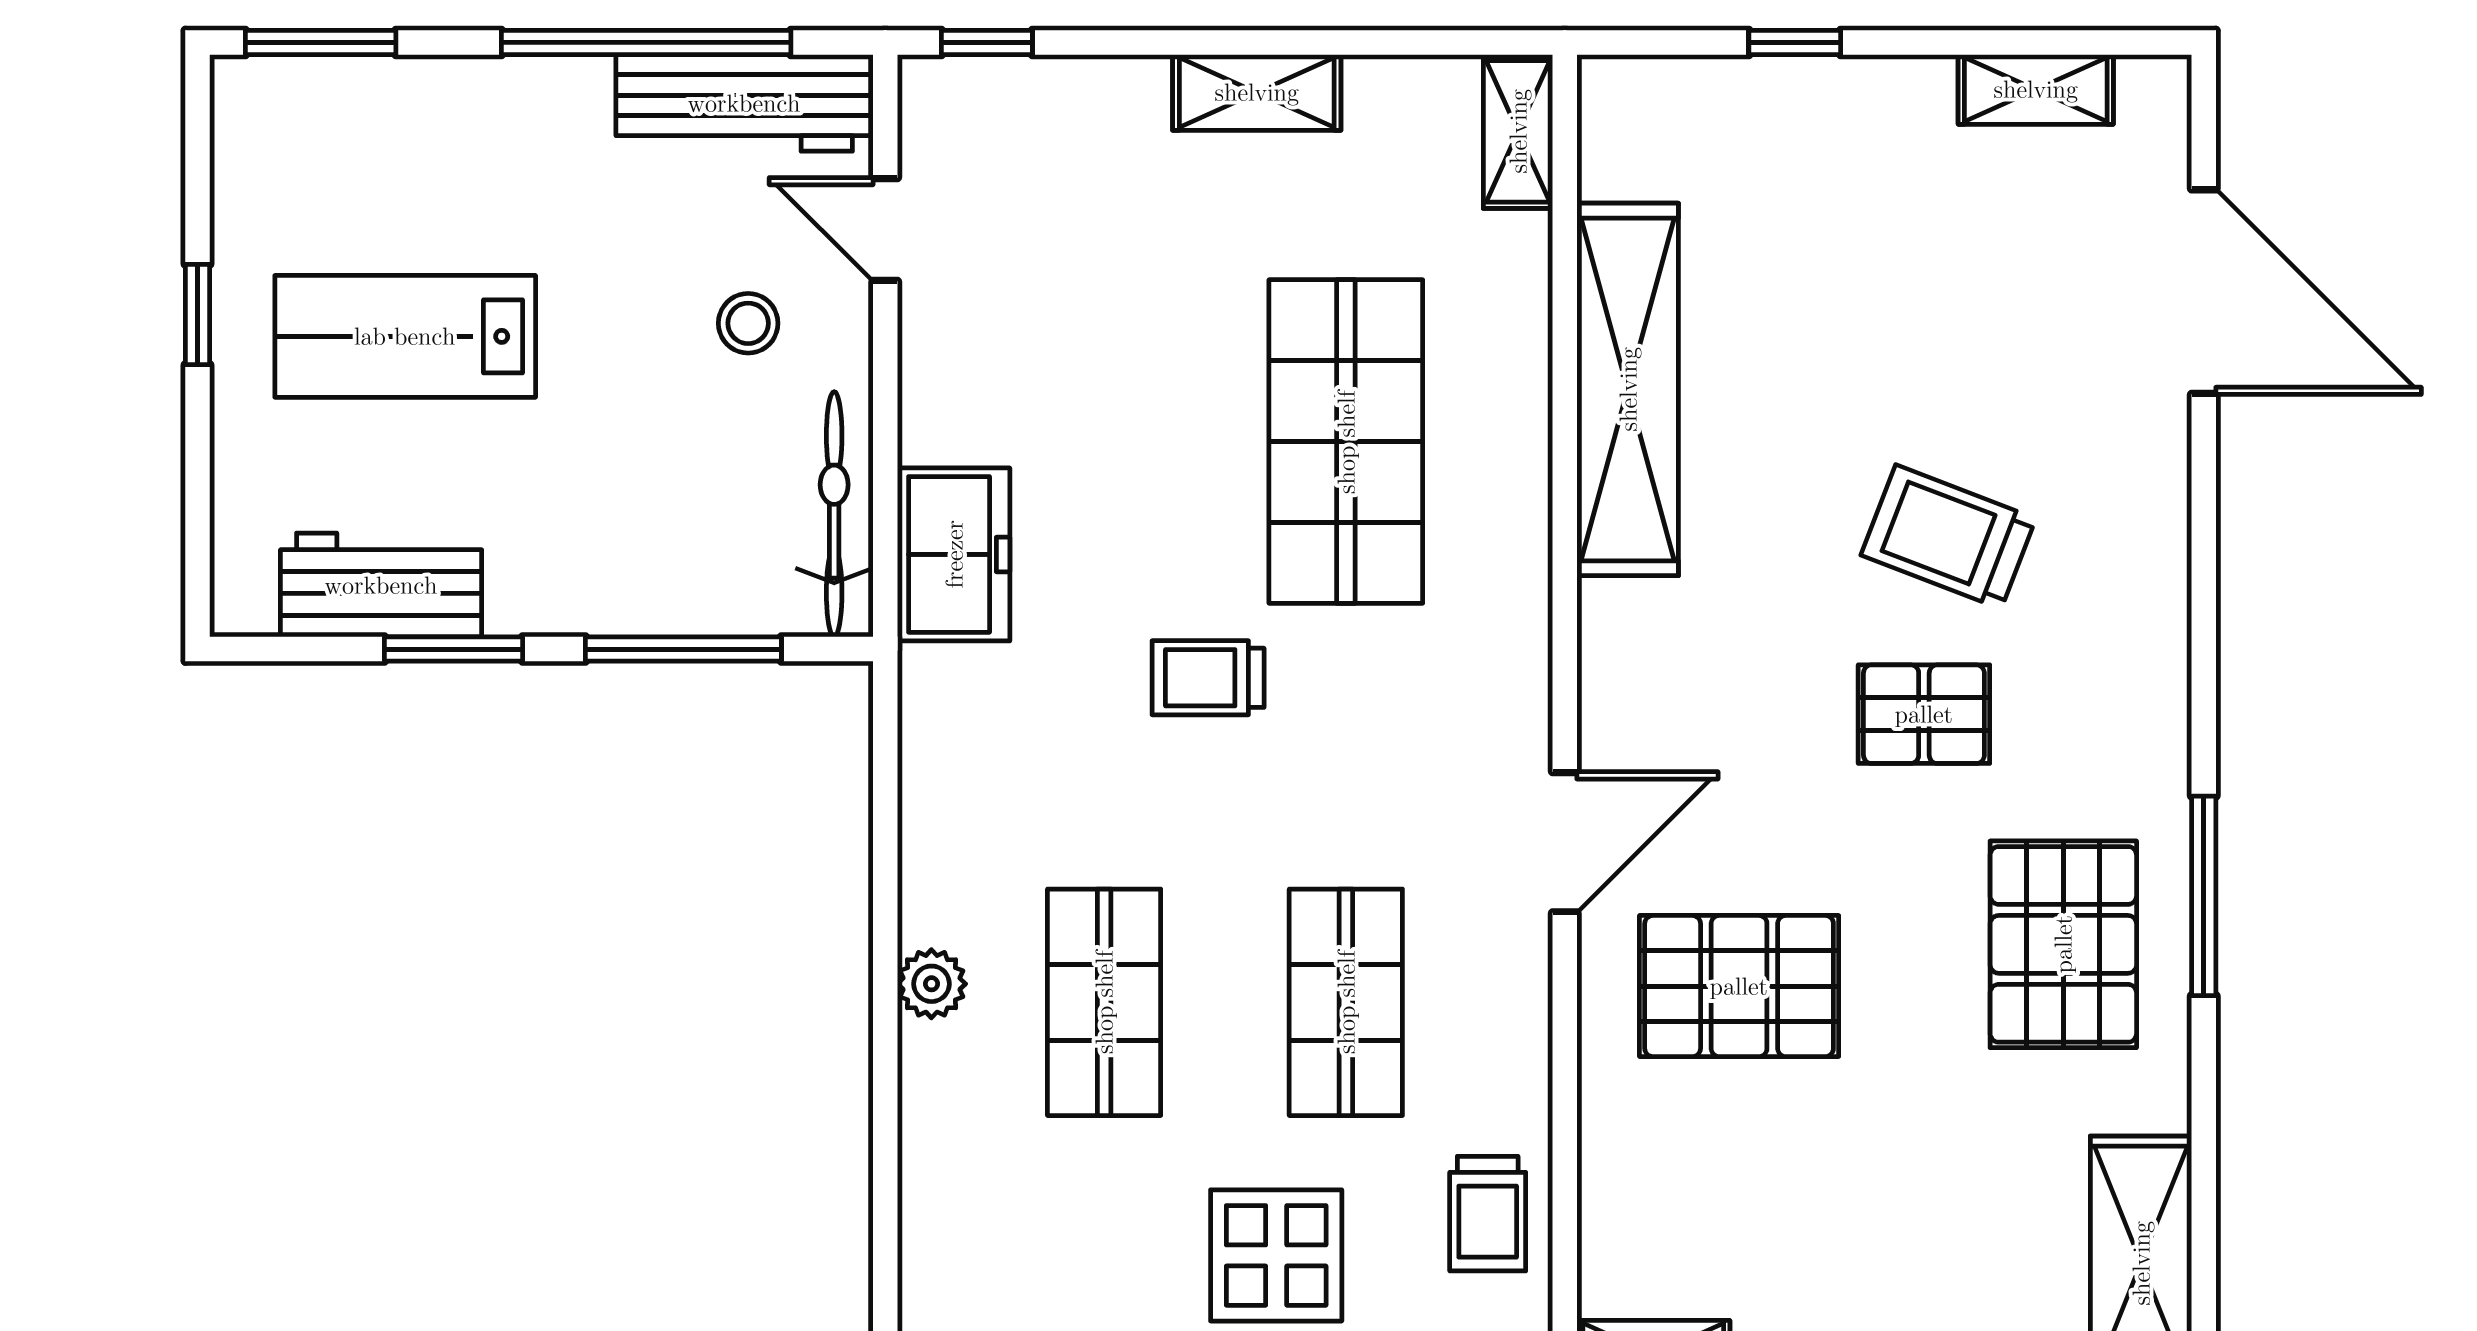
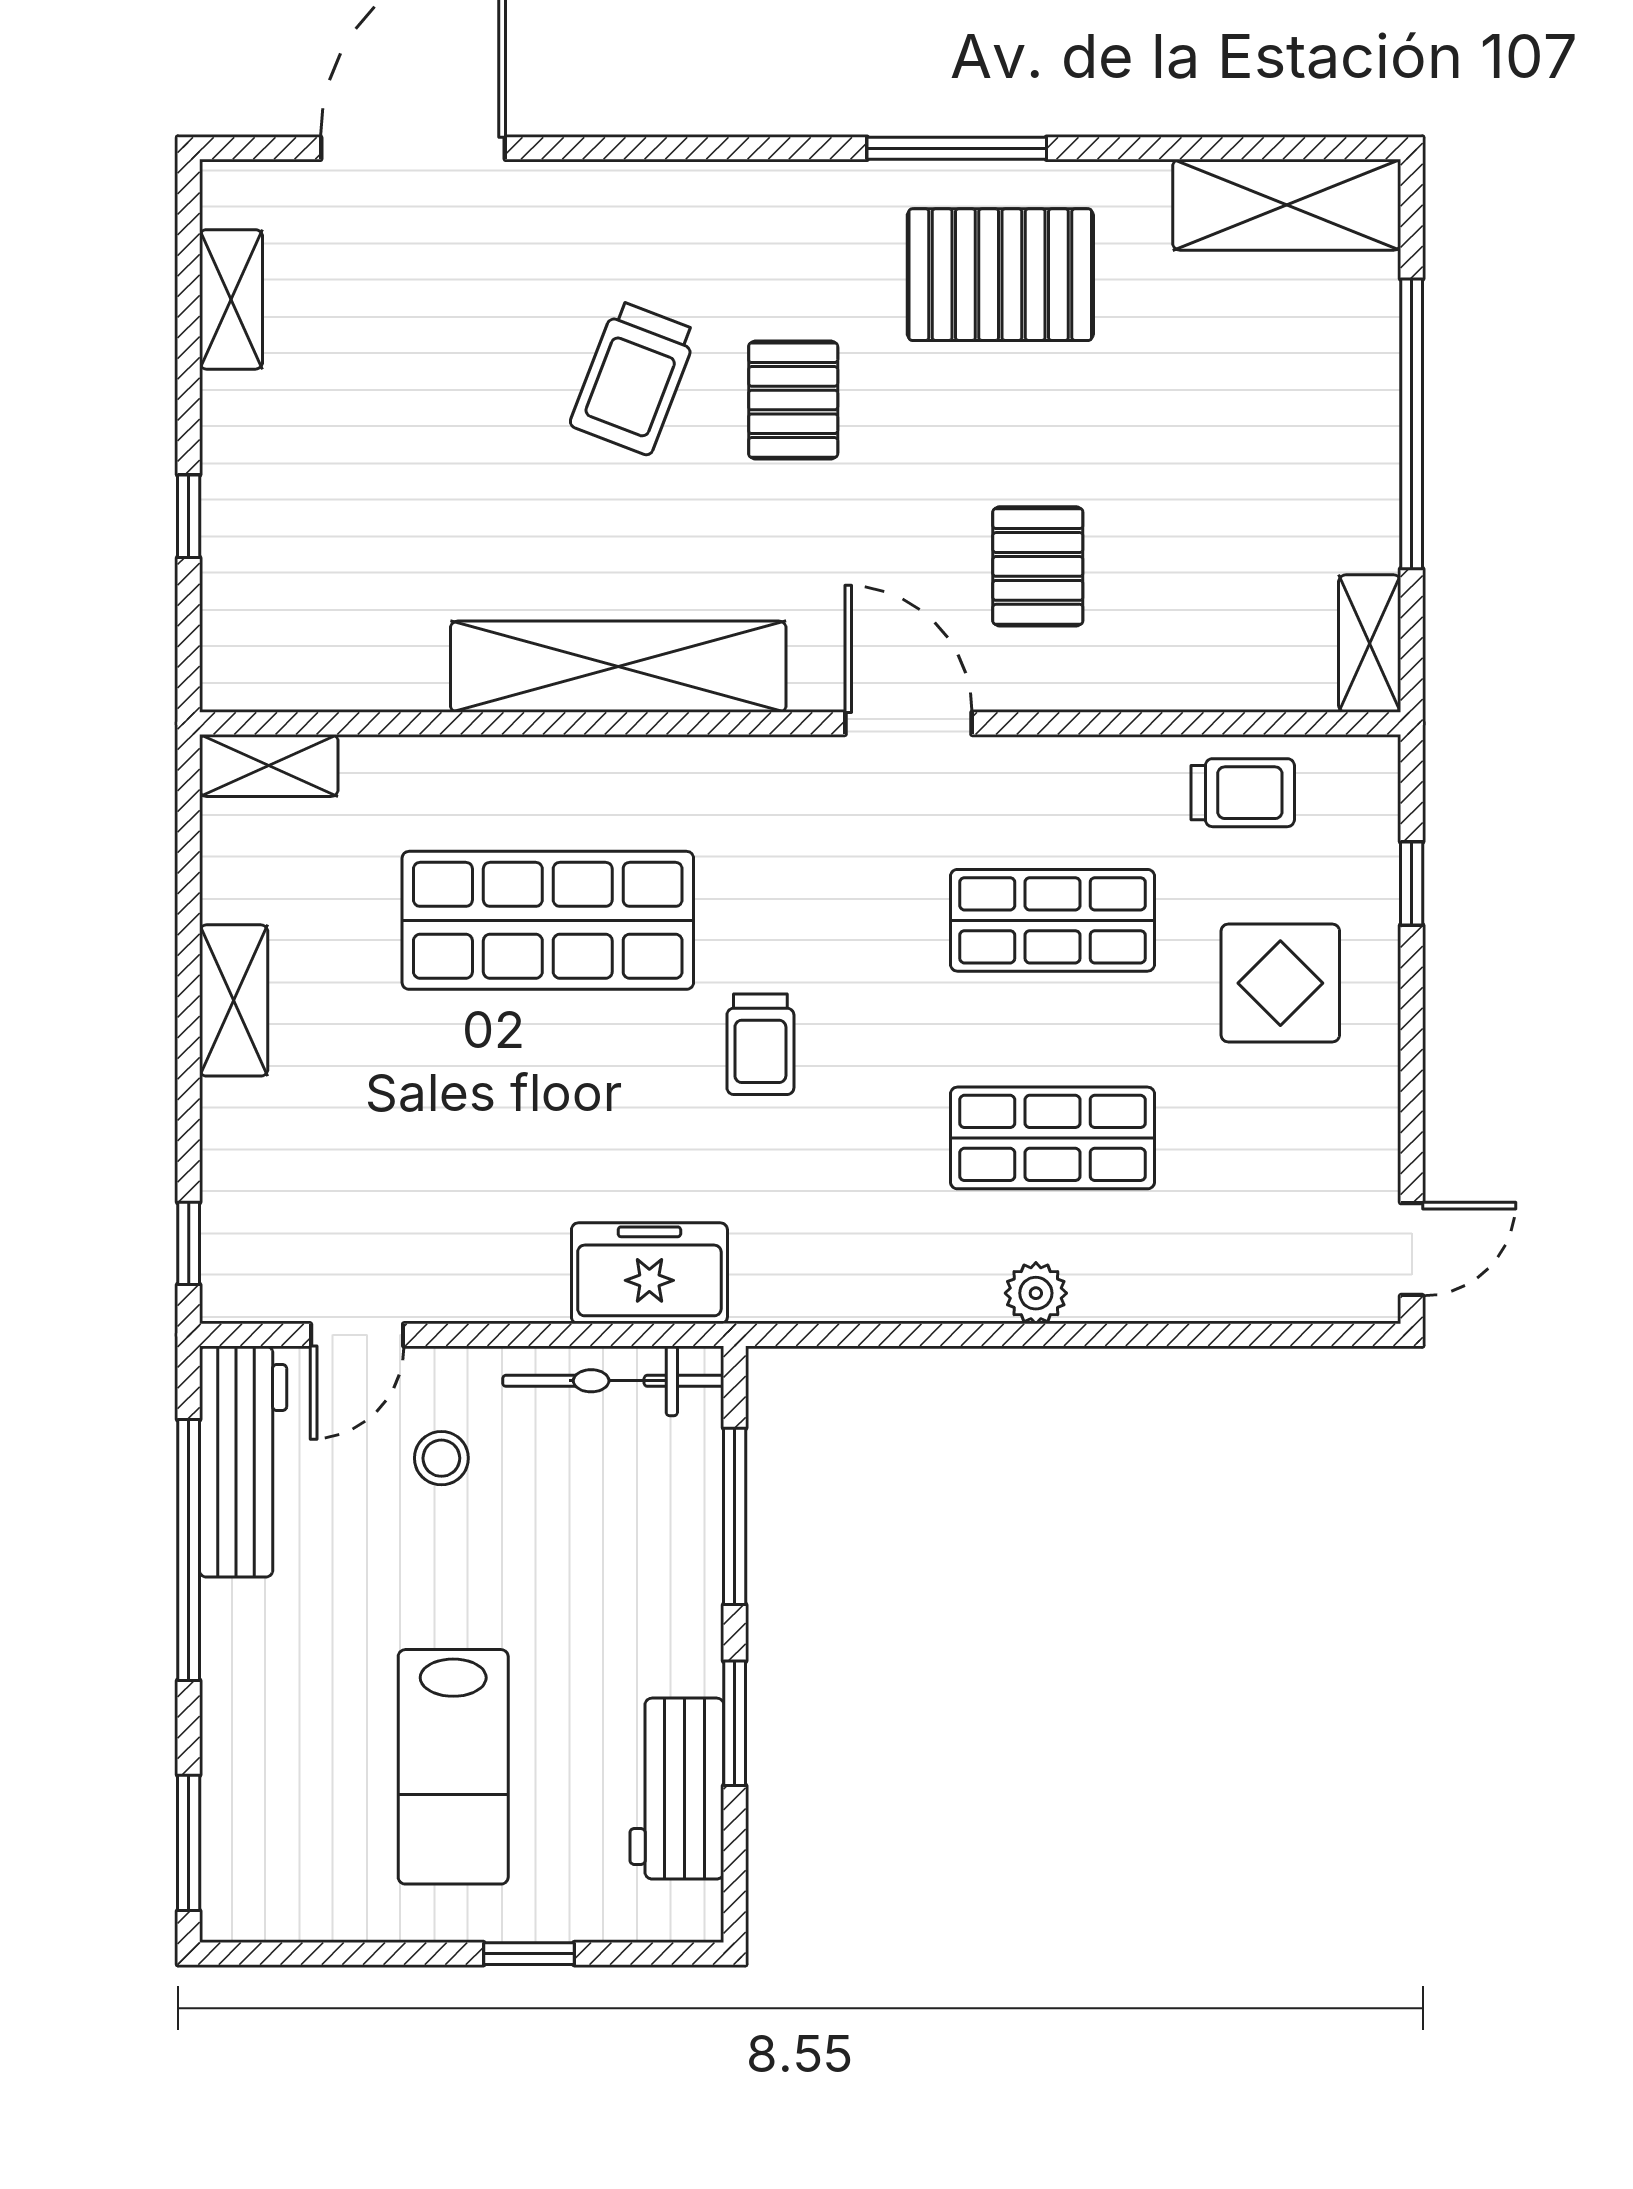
window: (198, 315) -> (529, 1954), moved
shelving: (1628, 389) -> (618, 667), moved
pallet: (1739, 986) -> (1038, 566), width x0.67, depth x0.71

